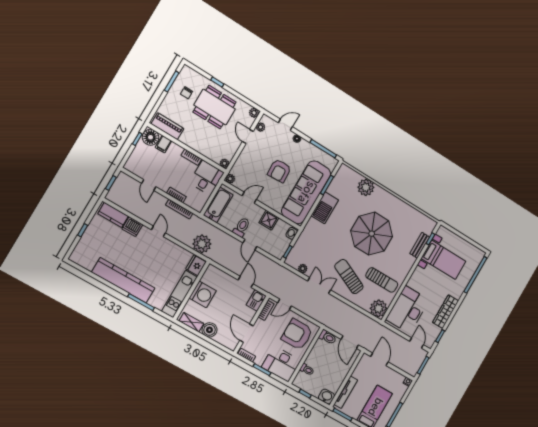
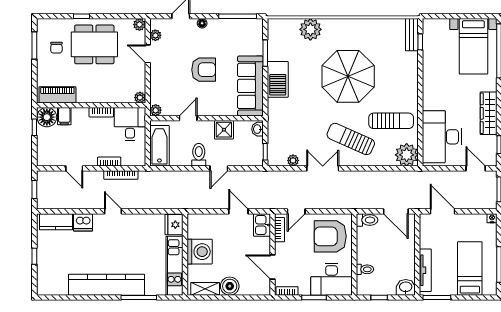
armchair: (279, 171) -> (204, 70), turned -87
sofa: (306, 192) -> (250, 86), width x0.74, depth x0.79
plant: (202, 244) -> (167, 198), removed
door: (250, 245) -> (219, 168), hinge flipped
bench: (420, 245) -> (412, 35), moved
bed with nightstands: (443, 260) -> (473, 46), moved, turned 90

